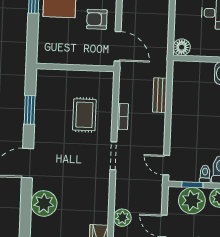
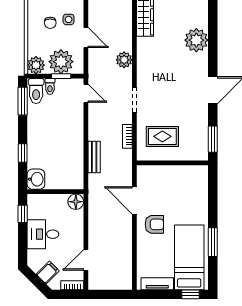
wall: (75, 67) -> (172, 163), moved
rug: (84, 115) -> (162, 136), turned 90
plant: (44, 203) -> (196, 40), moved
plant: (122, 218) -> (124, 60), moved

